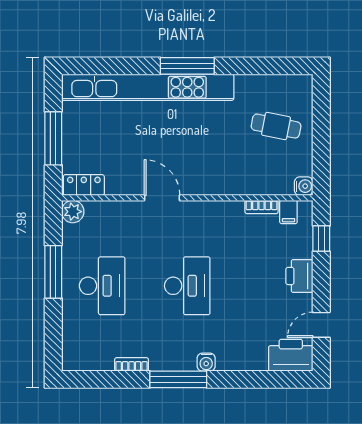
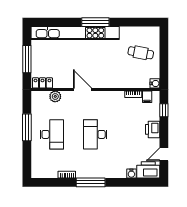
plant: (73, 212) -> (55, 96), moved
desk: (187, 286) -> (95, 134), turned 180
water cooler: (206, 362) -> (131, 173), moved

